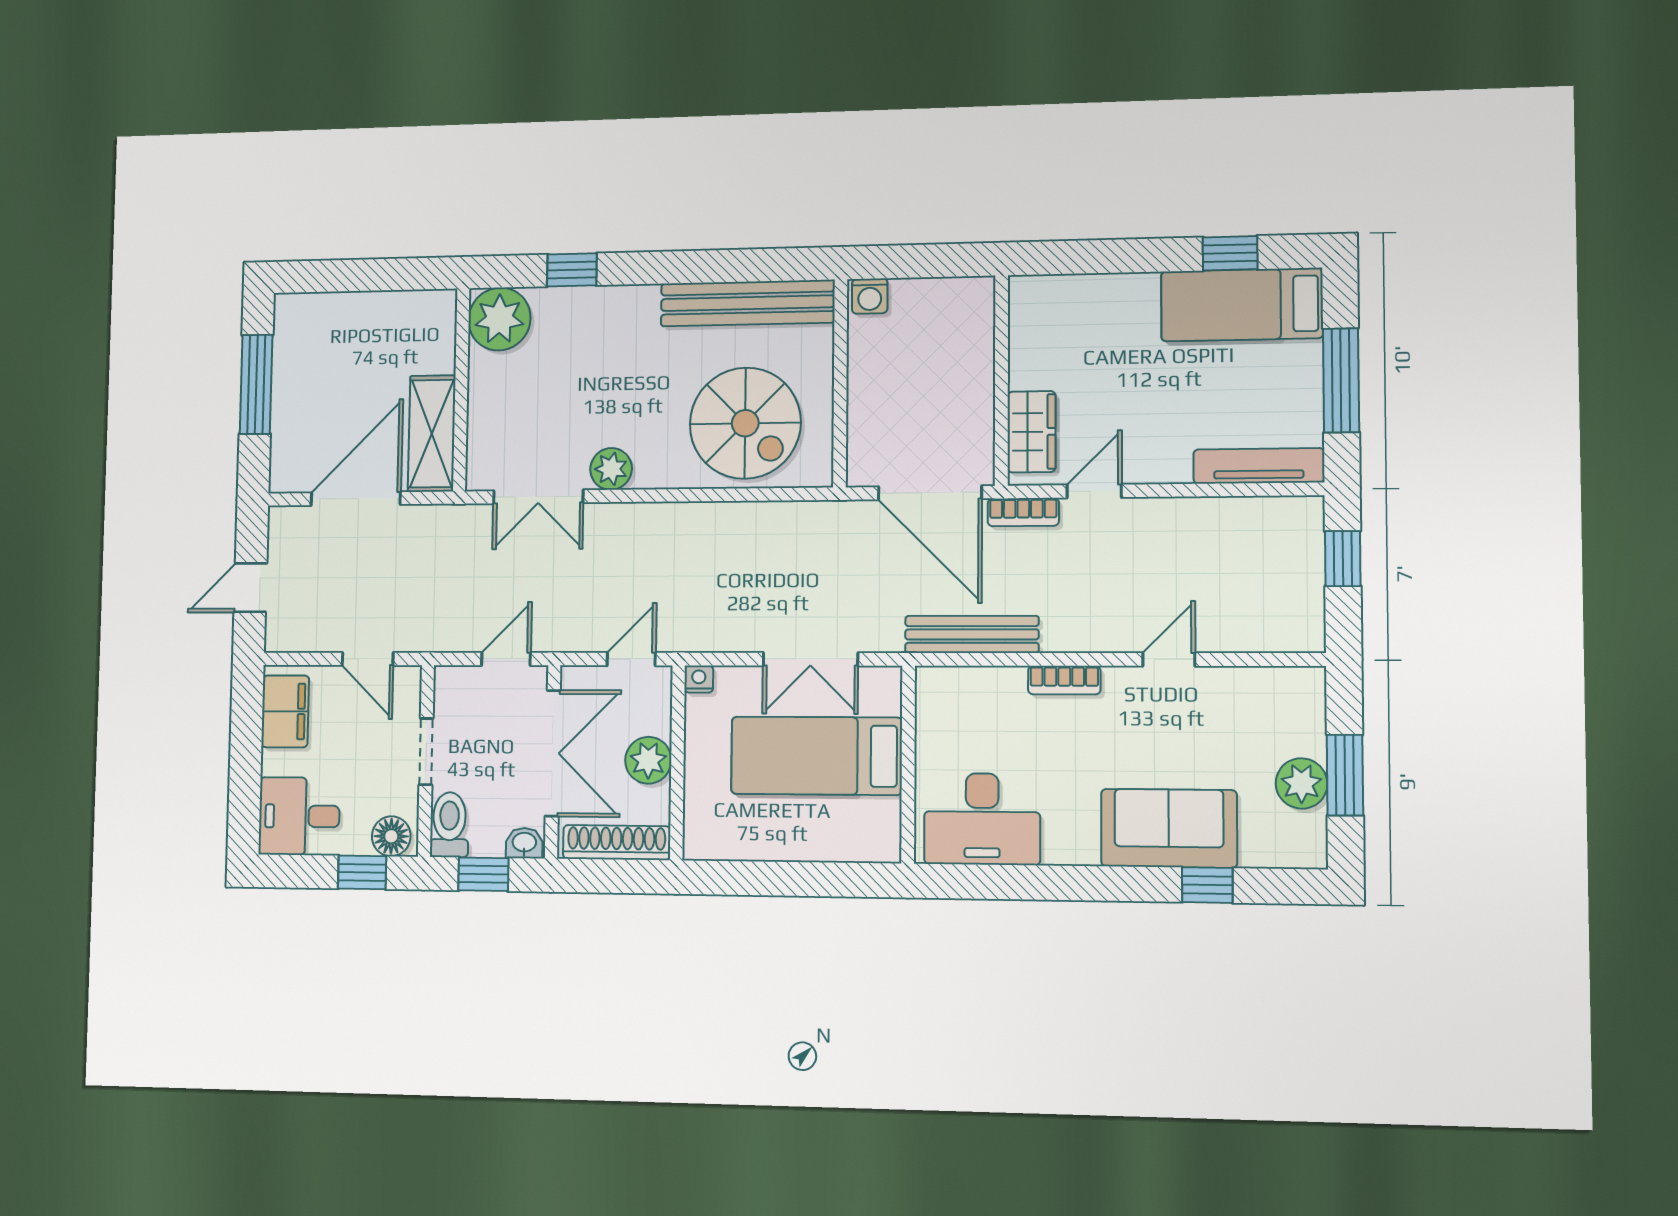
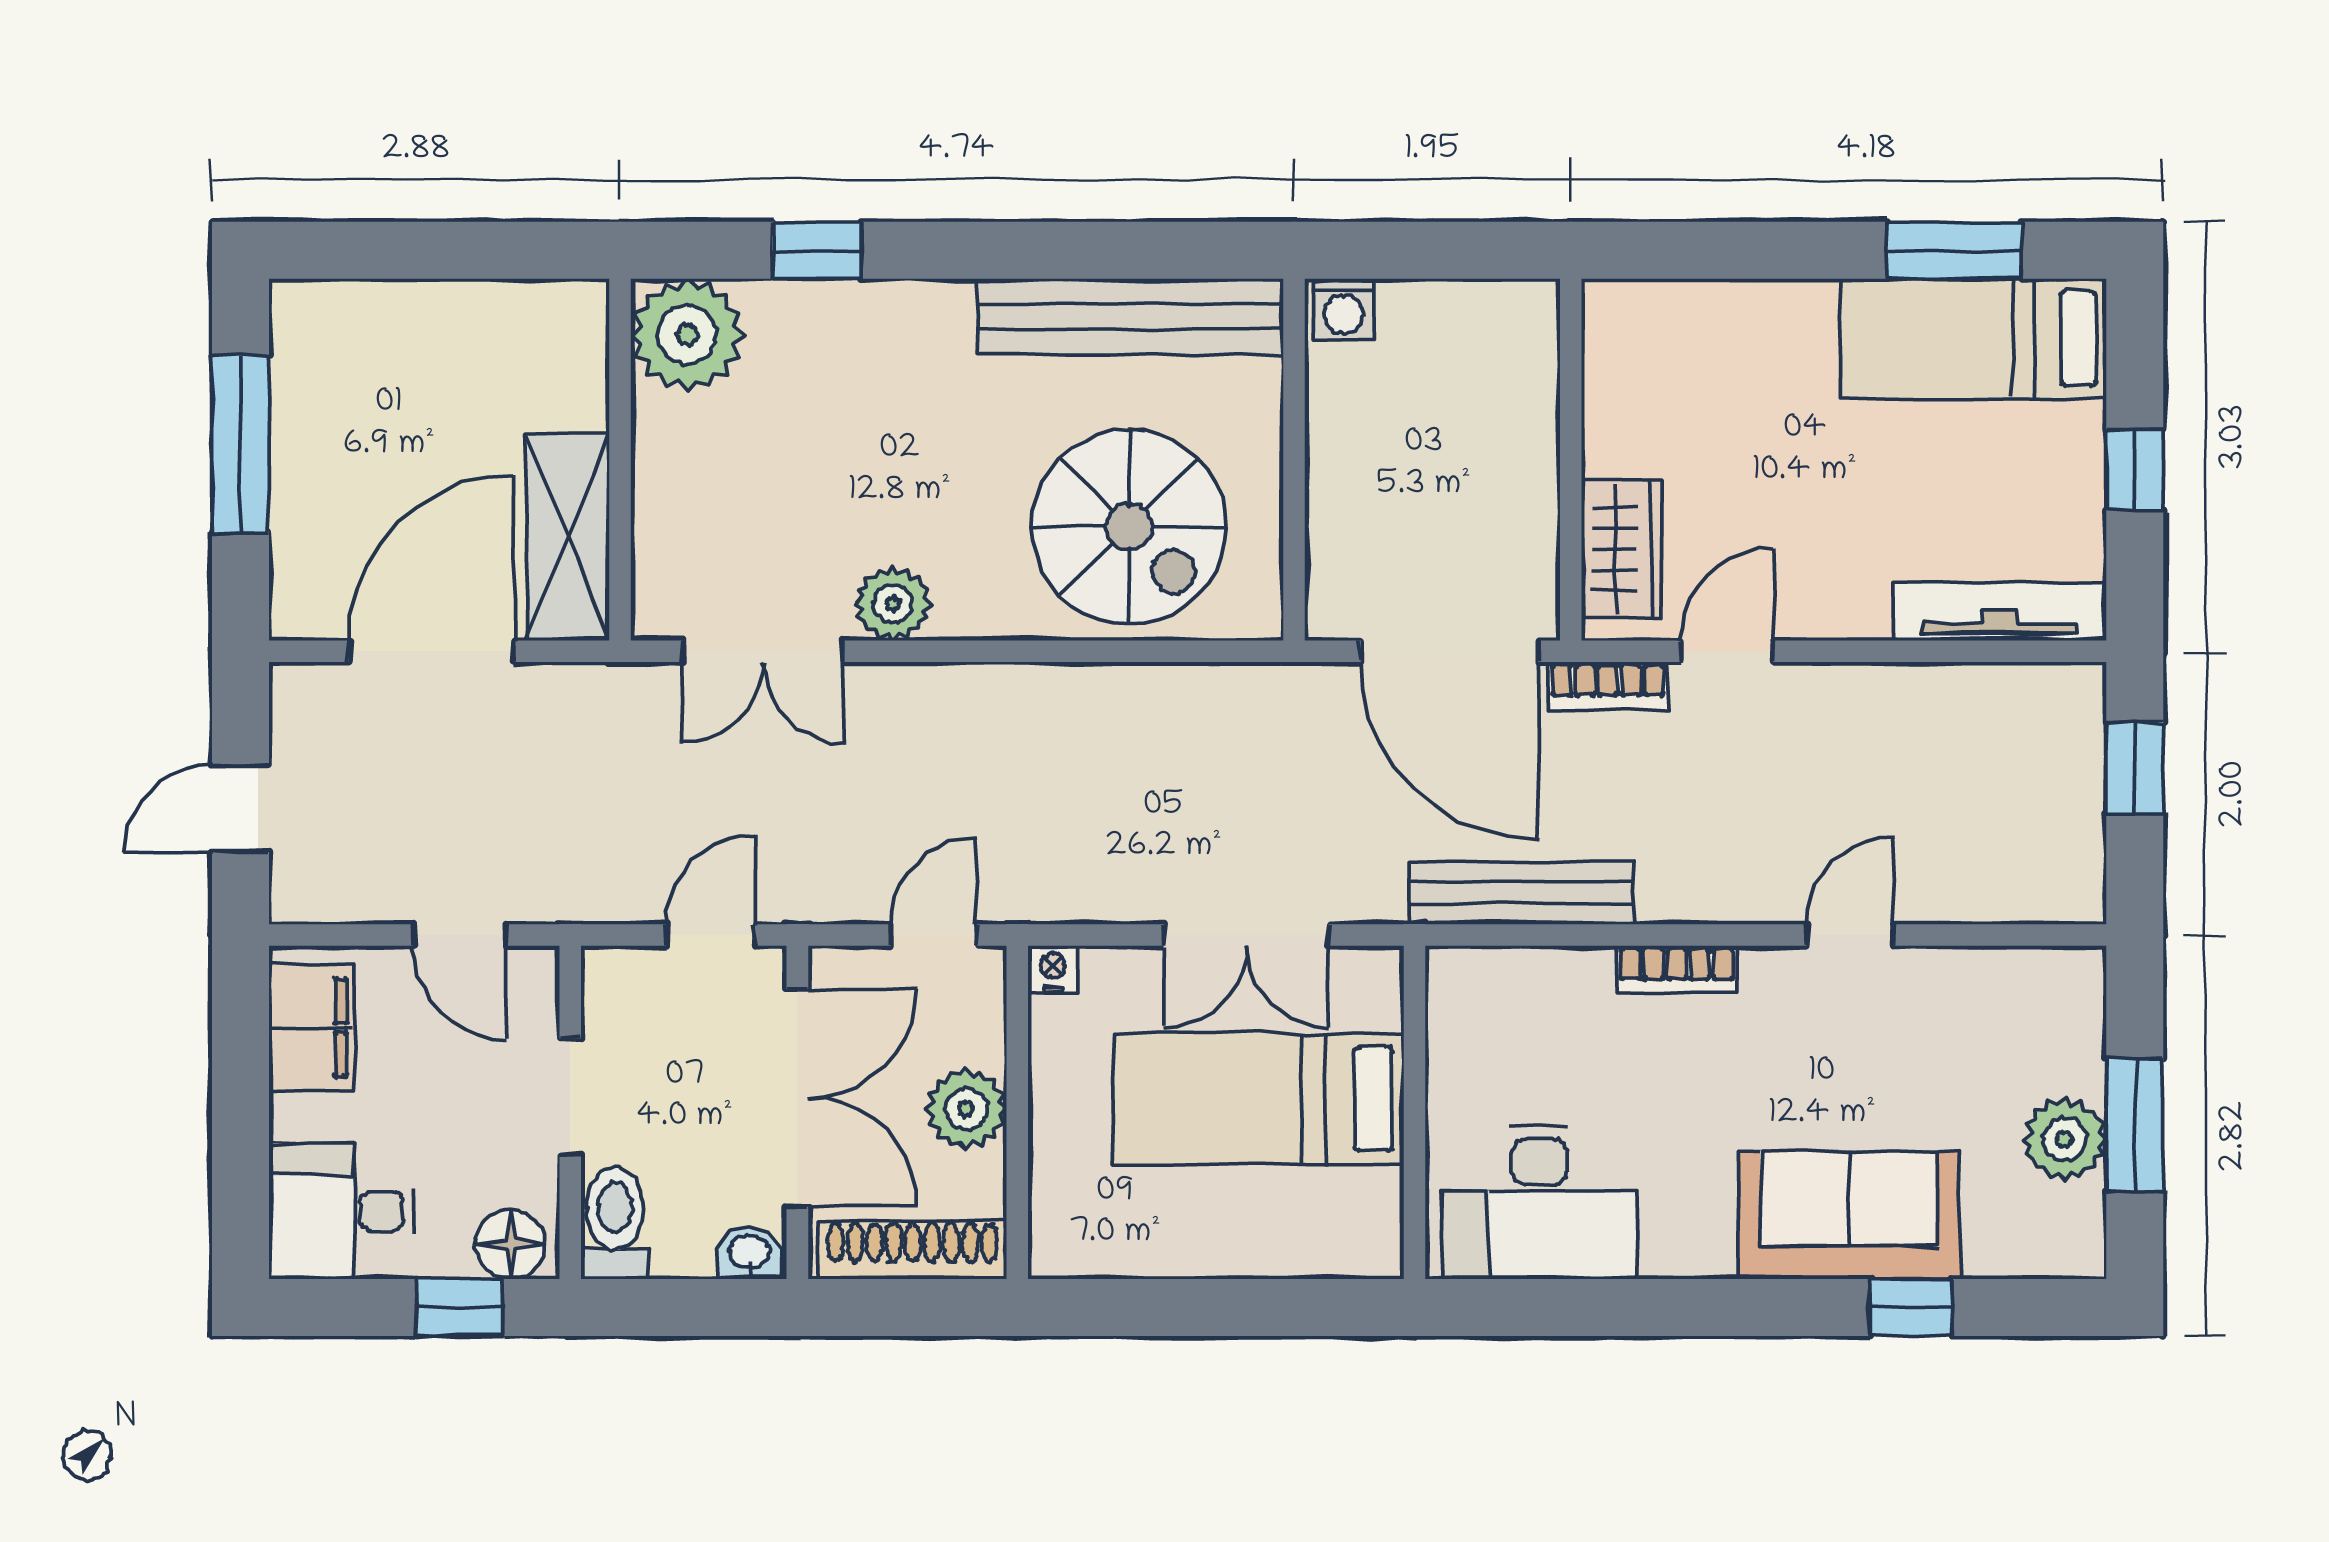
window: (1230, 253) -> (1954, 250), width x1.50
window: (1341, 380) -> (2135, 470), width x0.46
window: (483, 874) -> (678, 1307), removed

